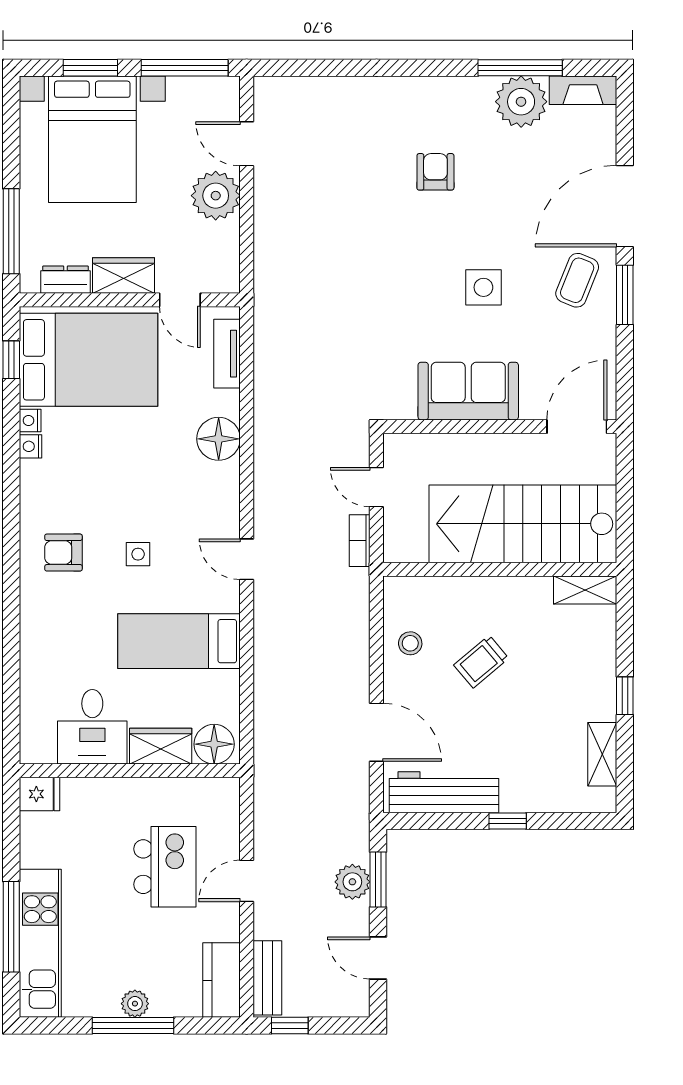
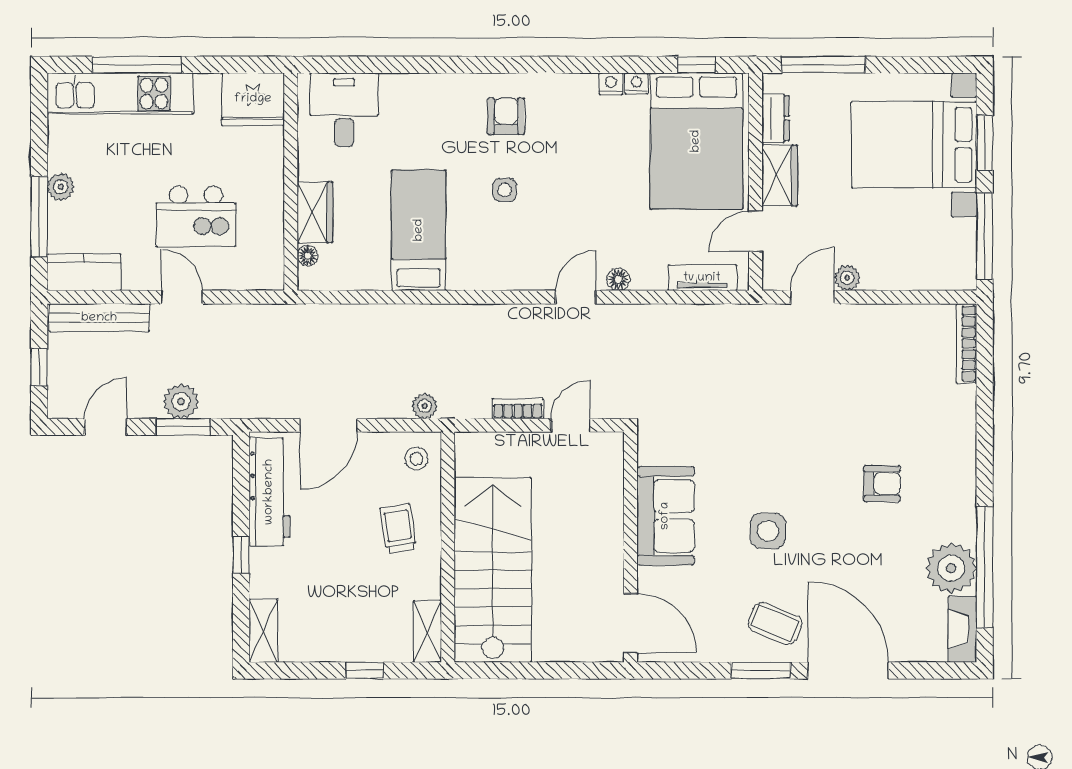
window: (520, 68) -> (985, 567), width x1.46
bookcase: (293, 86) -> (966, 343), added
door: (247, 144) -> (812, 297), moved
plant: (216, 196) -> (847, 278), width x0.53, depth x0.53
floor lamp: (219, 439) -> (618, 279), width x0.53, depth x0.53
stairs: (523, 524) -> (493, 570), moved
door: (247, 559) -> (576, 297), moved
wall: (500, 569) -> (448, 547), moved
shelving: (585, 590) -> (427, 631), moved
plant: (357, 635) -> (425, 406), added
trolley: (481, 662) -> (398, 529), turned 31
desk: (92, 727) -> (344, 110), moved, turned 90
floor lamp: (214, 744) -> (308, 256), width x0.53, depth x0.53
shelving: (602, 754) -> (263, 631), moved, turned 90
fridge: (40, 794) -> (253, 99), width x1.88, depth x1.34
bench: (267, 978) -> (99, 318), width x1.36
window: (133, 1025) -> (39, 217), moved
window: (290, 1025) -> (39, 367), moved

